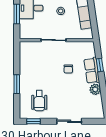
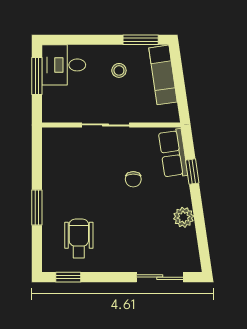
row of seats: (92, 70) -> (173, 153), moved
wheelchair: (39, 101) -> (79, 238), turned 180
sliding door: (69, 121) -> (160, 277), moved

